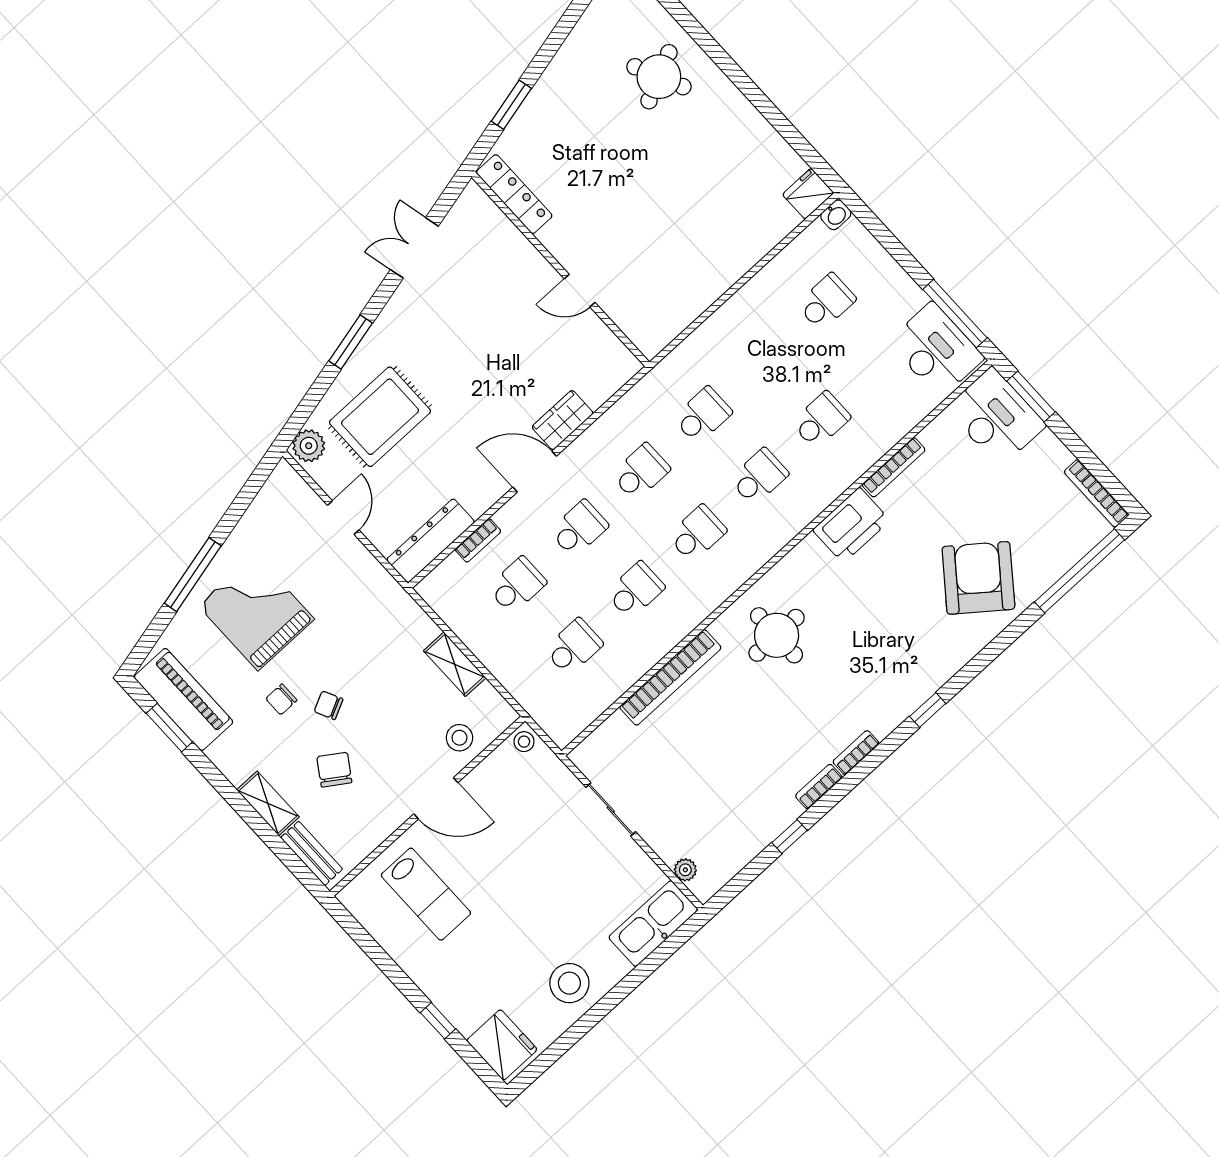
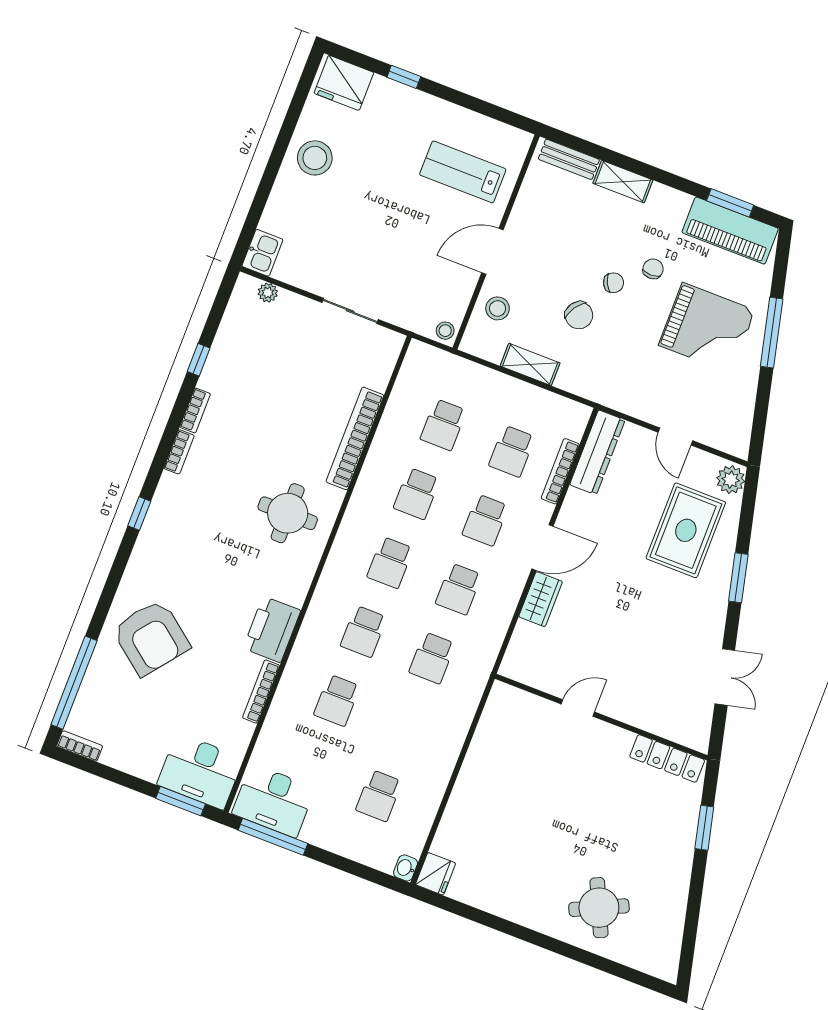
bookcase: (1096, 493) -> (80, 746), width x0.64
bookcase: (478, 540) -> (560, 471), width x1.56
chair: (334, 770) -> (579, 315), moved
kitchen sink: (653, 924) -> (262, 253), width x0.53, depth x0.81

